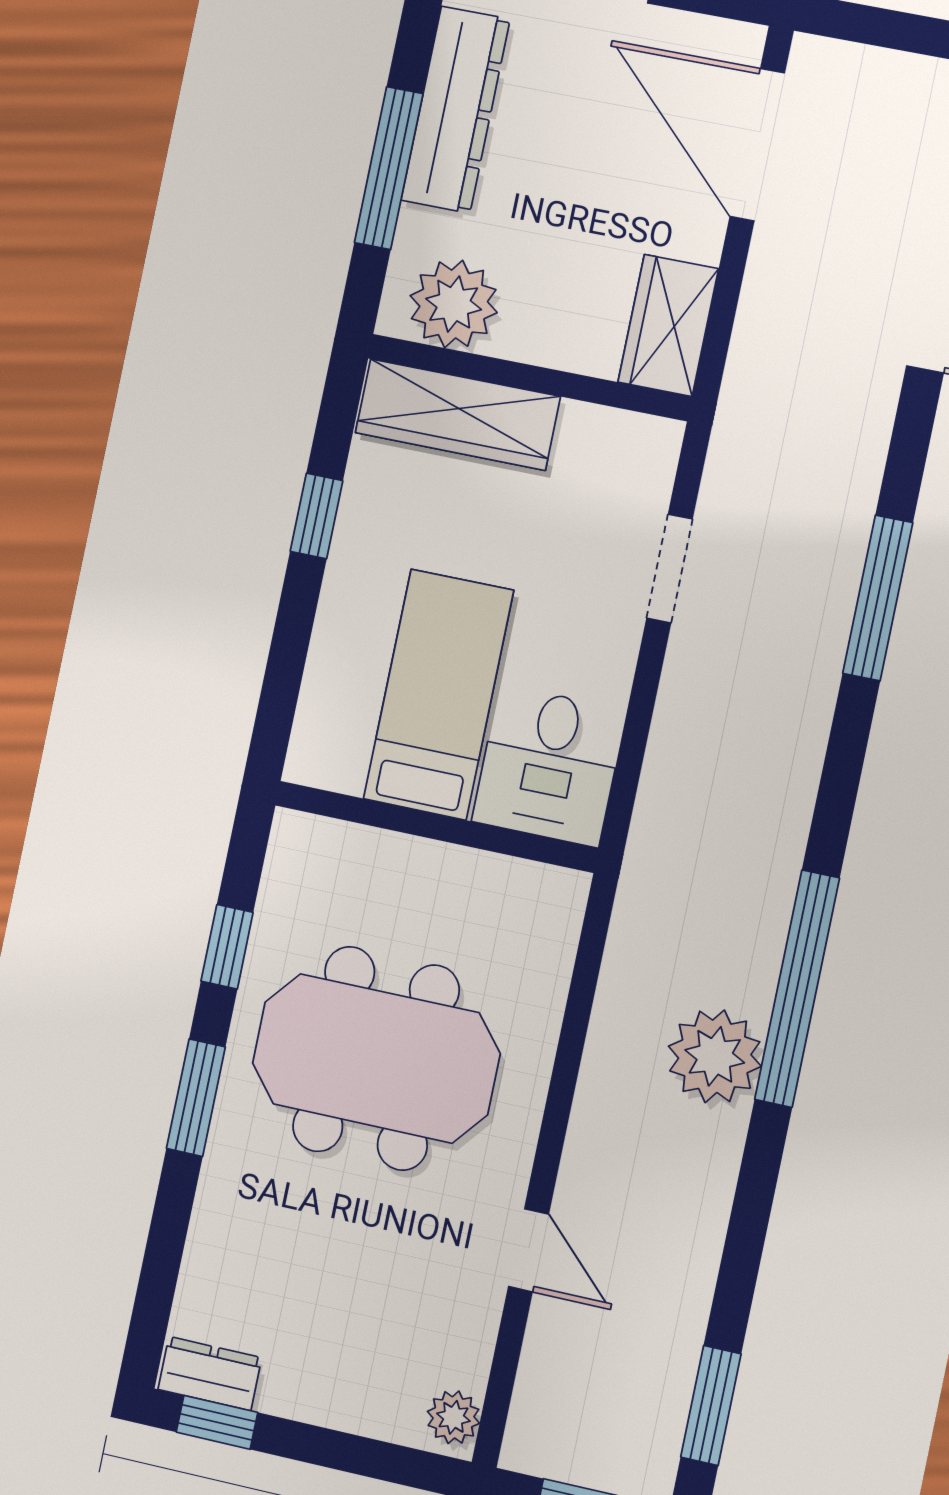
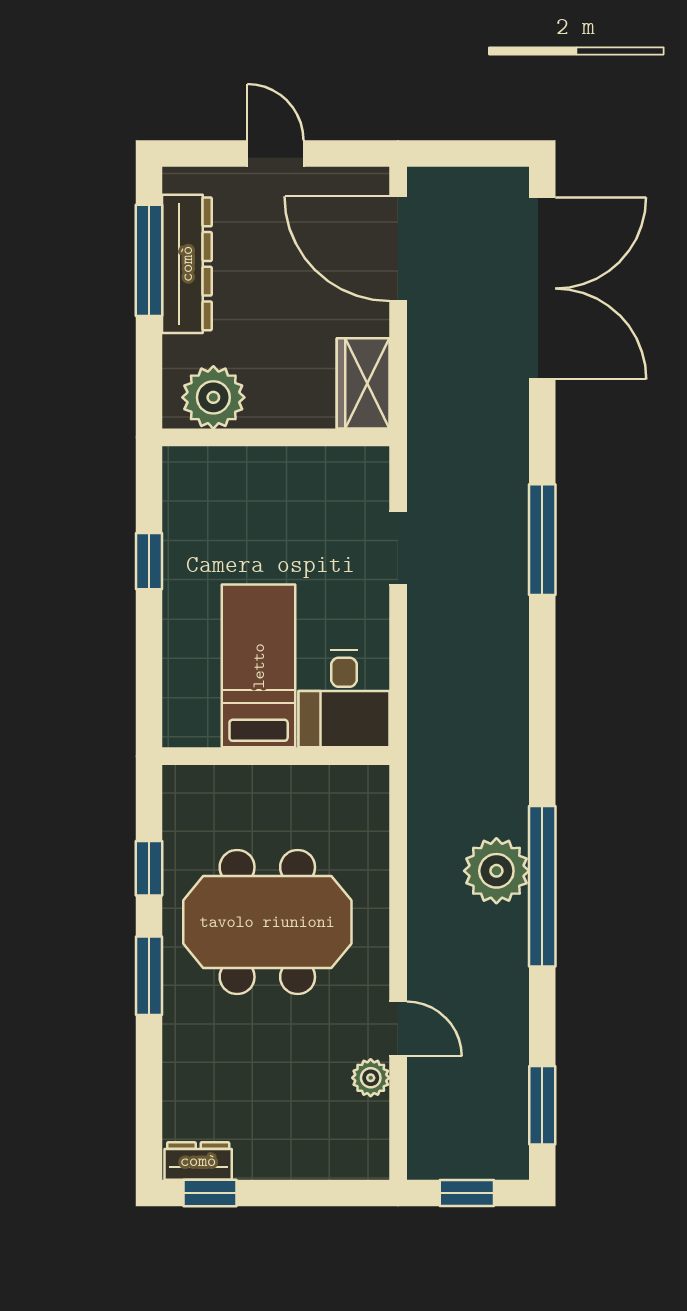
window: (389, 168) -> (149, 260), moved
wardrobe: (458, 415) -> (232, 472), removed
window: (797, 989) -> (542, 886), moved
plant: (453, 1417) -> (371, 1078), moved

